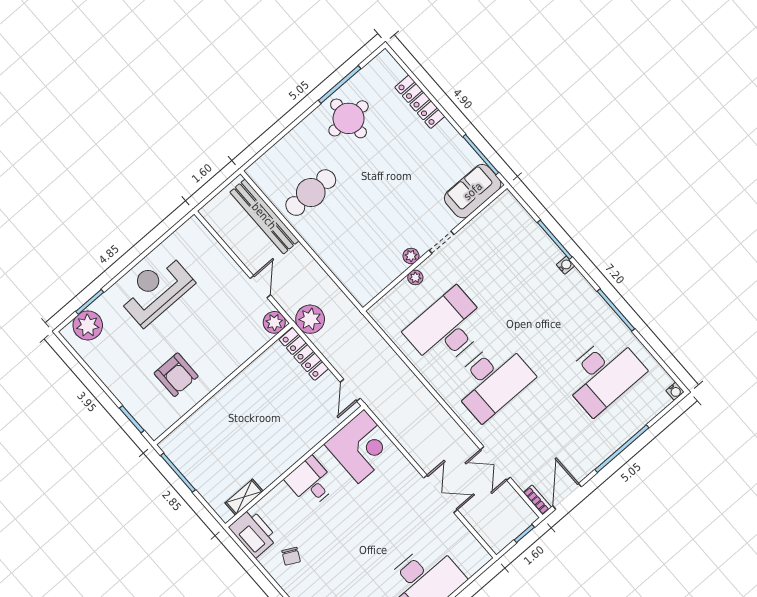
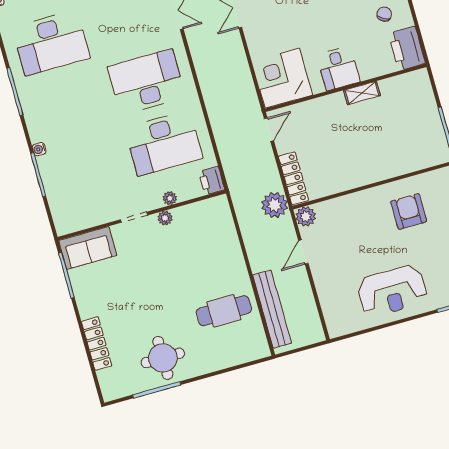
printer: (383, 314) -> (212, 181), added
desk: (603, 374) -> (51, 43), turned 180
shelving: (244, 497) -> (362, 93), moved

